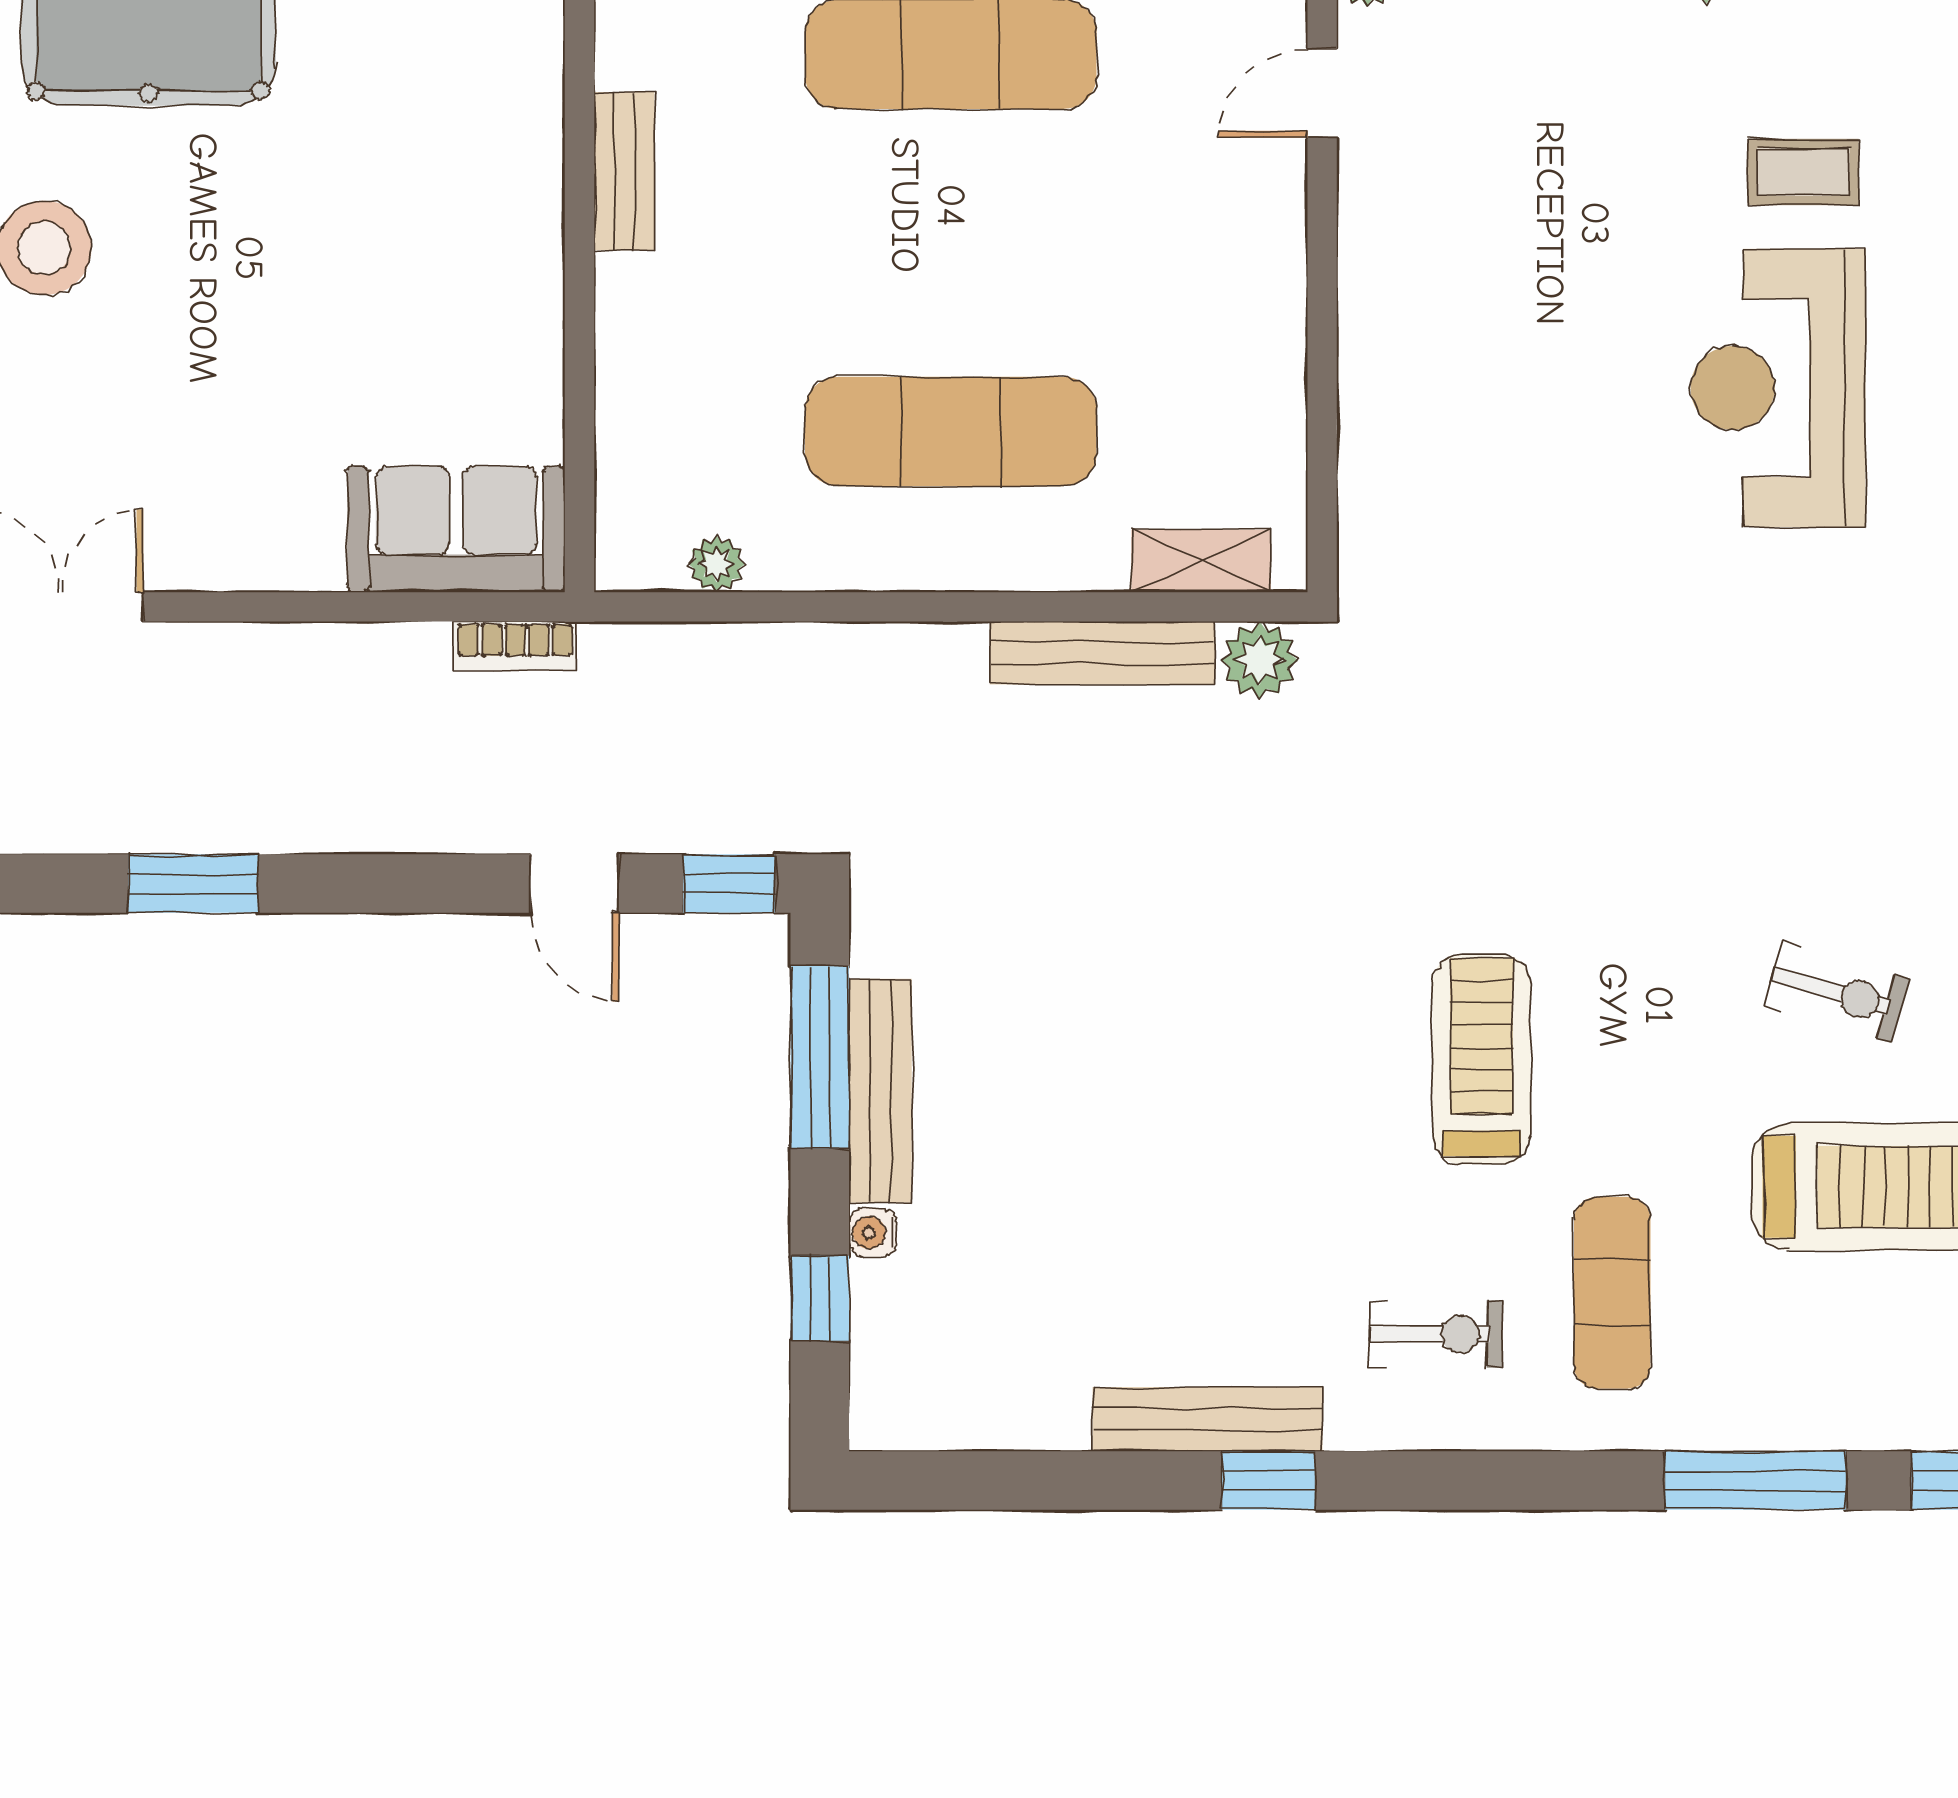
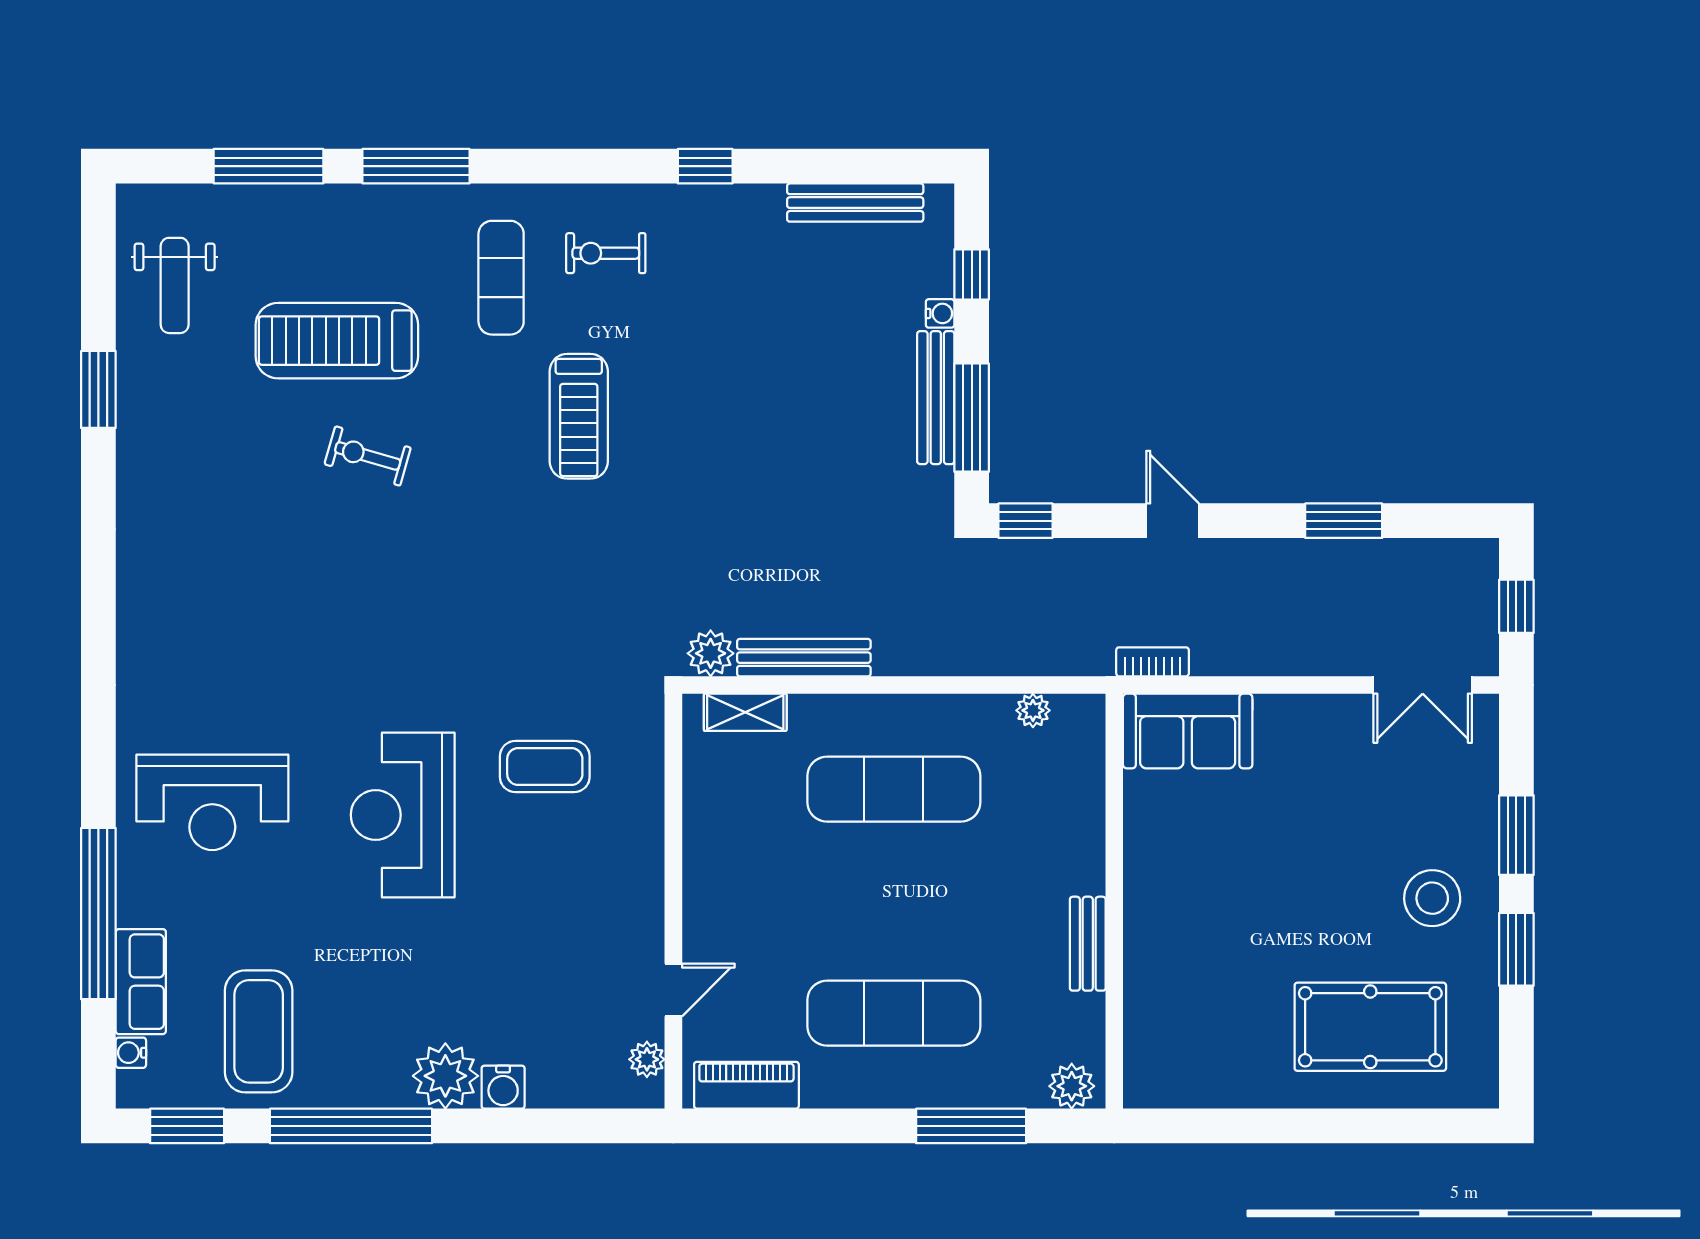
coffee table: (1803, 172) -> (545, 767), moved, width x1.36, depth x1.30
reception desk: (1778, 388) -> (403, 815), turned 180
door: (575, 884) -> (1173, 521), moved
bench: (1208, 1419) -> (855, 203), moved

